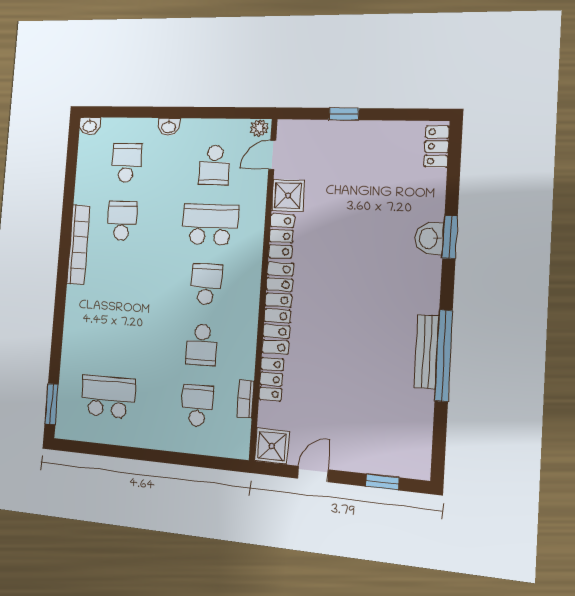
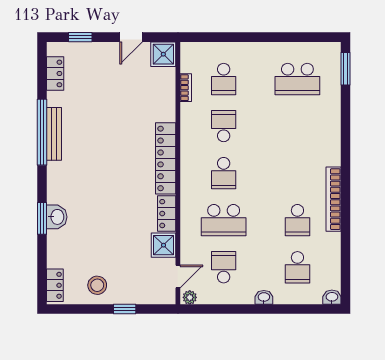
stool: (379, 146) -> (97, 285), added
locker: (271, 379) -> (55, 73), moved, turned 180

